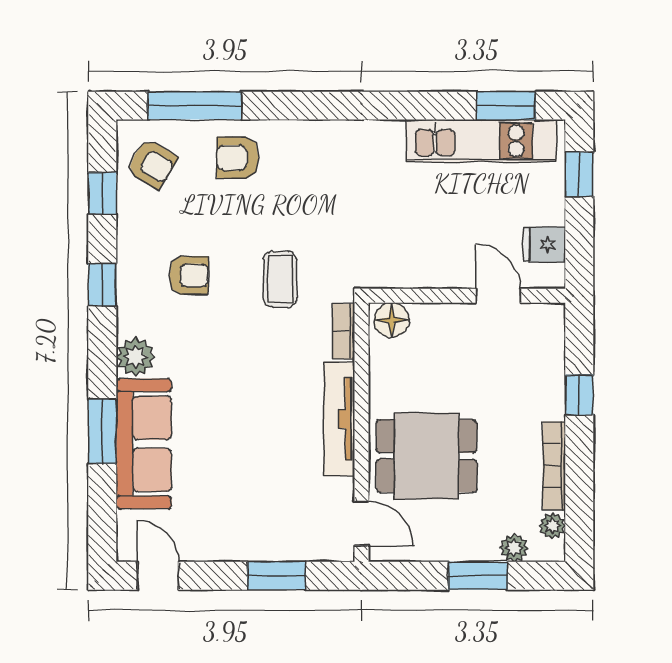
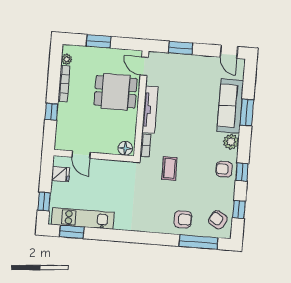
armchair: (189, 275) -> (224, 169), moved
plant: (514, 548) -> (83, 52), removed

